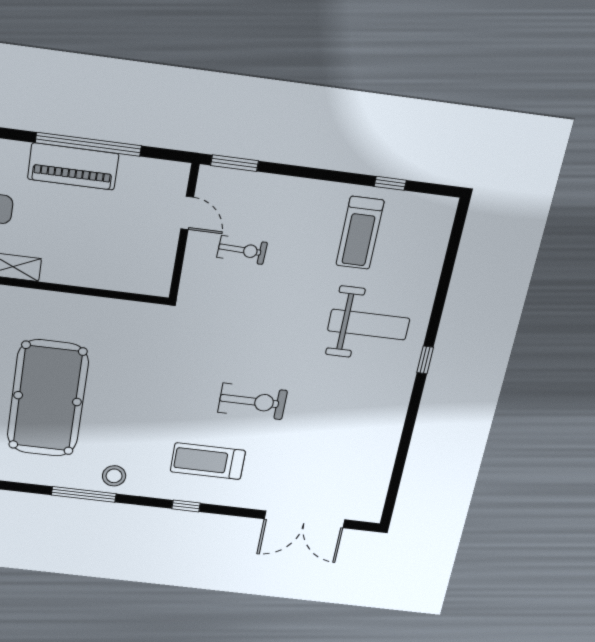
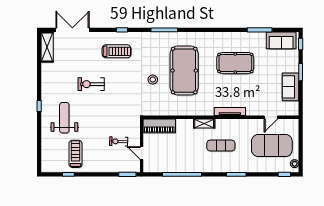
piano: (73, 166) -> (159, 126), moved, turned 180
weight bench: (369, 325) -> (64, 118), turned 90
exercise bike: (252, 401) -> (91, 84), moved
stool: (114, 476) -> (153, 80), moved
shelving: (373, 490) -> (47, 47), added

